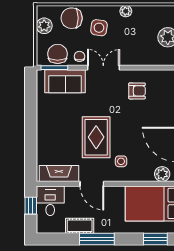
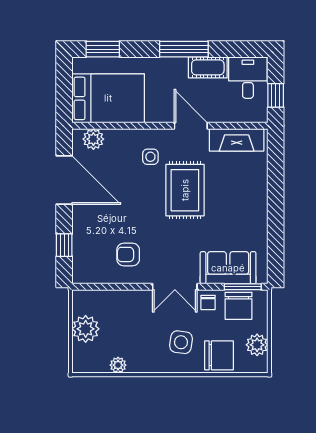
plant: (126, 11) -> (118, 365), moved
desk: (50, 201) -> (248, 78), moved, turned 180

